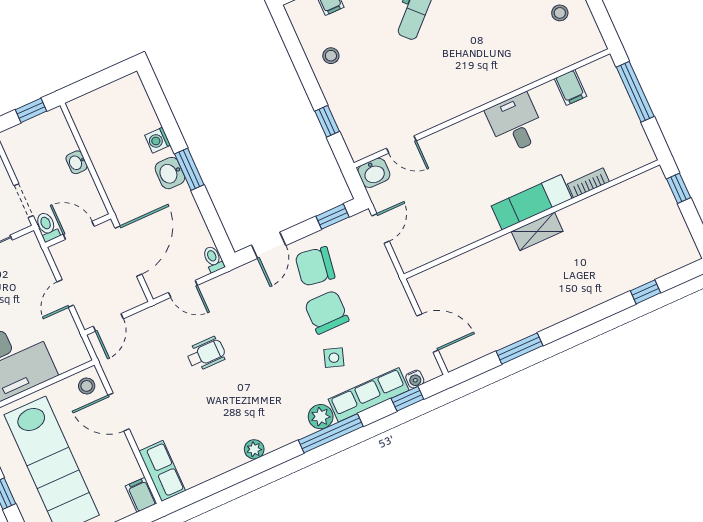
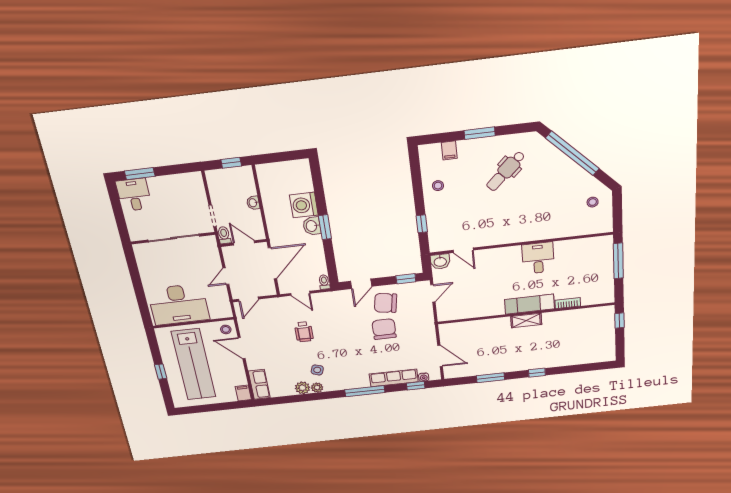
filing cabinet: (570, 87) -> (580, 247), removed
washing machine: (158, 140) -> (304, 205), width x1.89, depth x1.89
window: (645, 292) -> (537, 373), moved
wheelchair: (206, 354) -> (304, 332), turned 90
side table: (334, 358) -> (317, 370), moved
plant: (321, 417) -> (302, 388), moved

